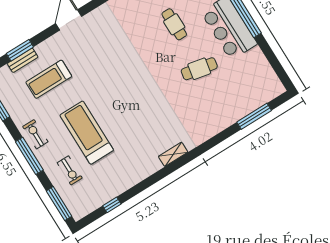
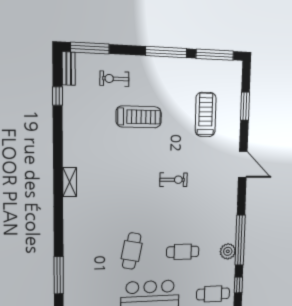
bench: (23, 60) -> (69, 69), moved
treadmill: (87, 133) -> (139, 117), width x0.73, depth x0.73
exercise bike: (35, 134) -> (173, 180), moved
window: (29, 156) -> (166, 52), moved

